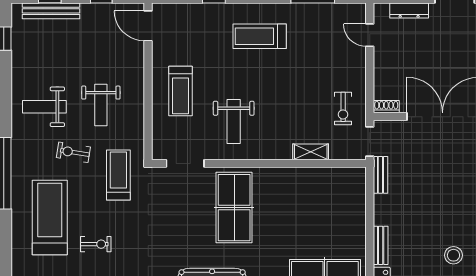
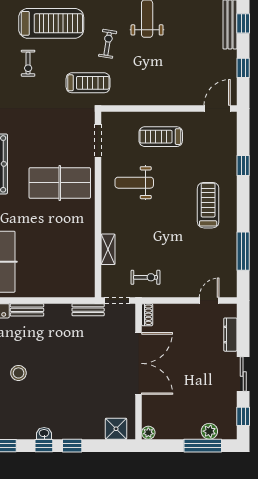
weight bench: (101, 105) -> (148, 68), removed
exercise bike: (343, 109) -> (146, 277), turned 180

